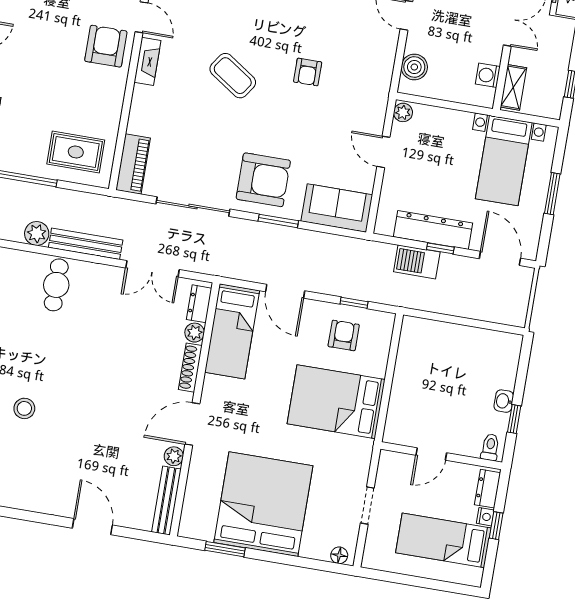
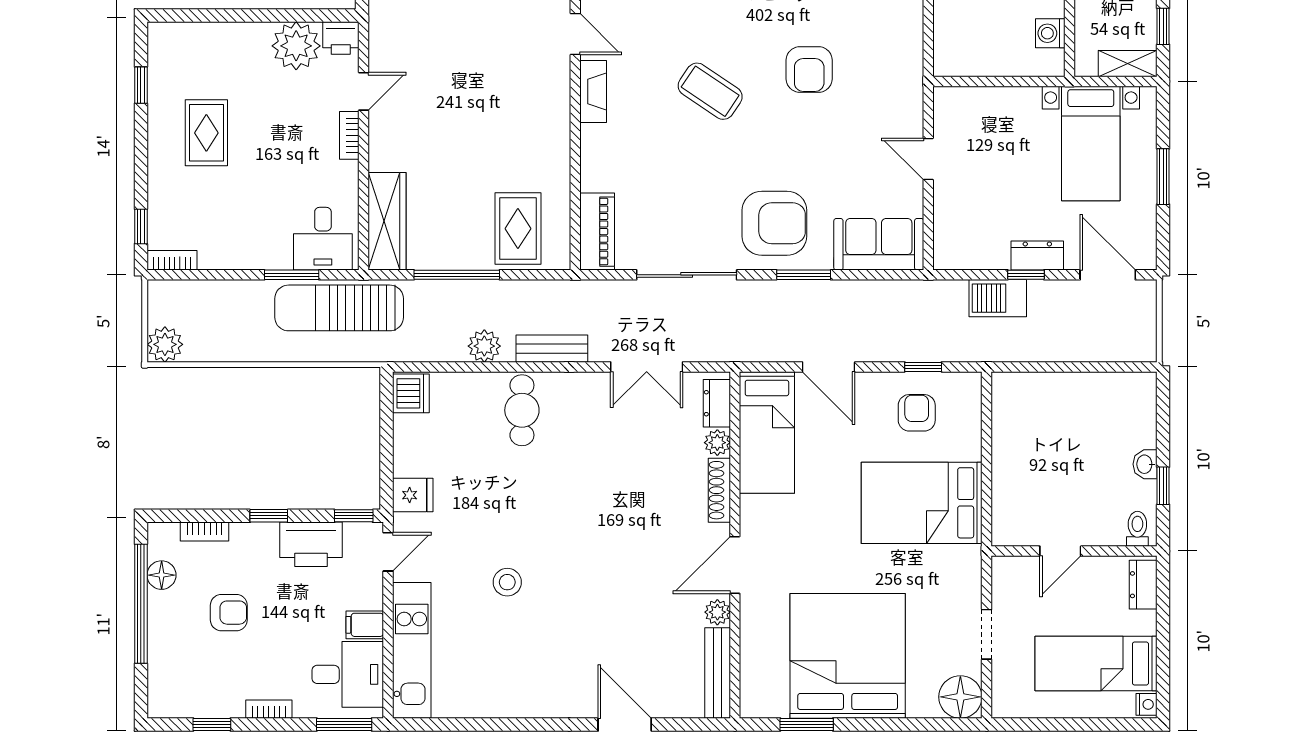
armchair: (106, 46) -> (534, 81), removed
boiler: (414, 67) -> (950, 39), removed
armchair: (308, 72) -> (809, 69), width x1.38, depth x1.38
shelving: (513, 87) -> (1128, 64), moved, turned 90
plant: (403, 112) -> (946, 102), removed
rug: (76, 152) -> (518, 229), turned 90
dresser: (433, 230) -> (1037, 256), width x0.51, depth x0.80
bench: (86, 244) -> (552, 349), width x0.73
nightstand: (485, 517) -> (1147, 704), moved
window: (496, 526) -> (1163, 632), removed
floor lamp: (339, 555) -> (960, 697), width x1.89, depth x1.89

